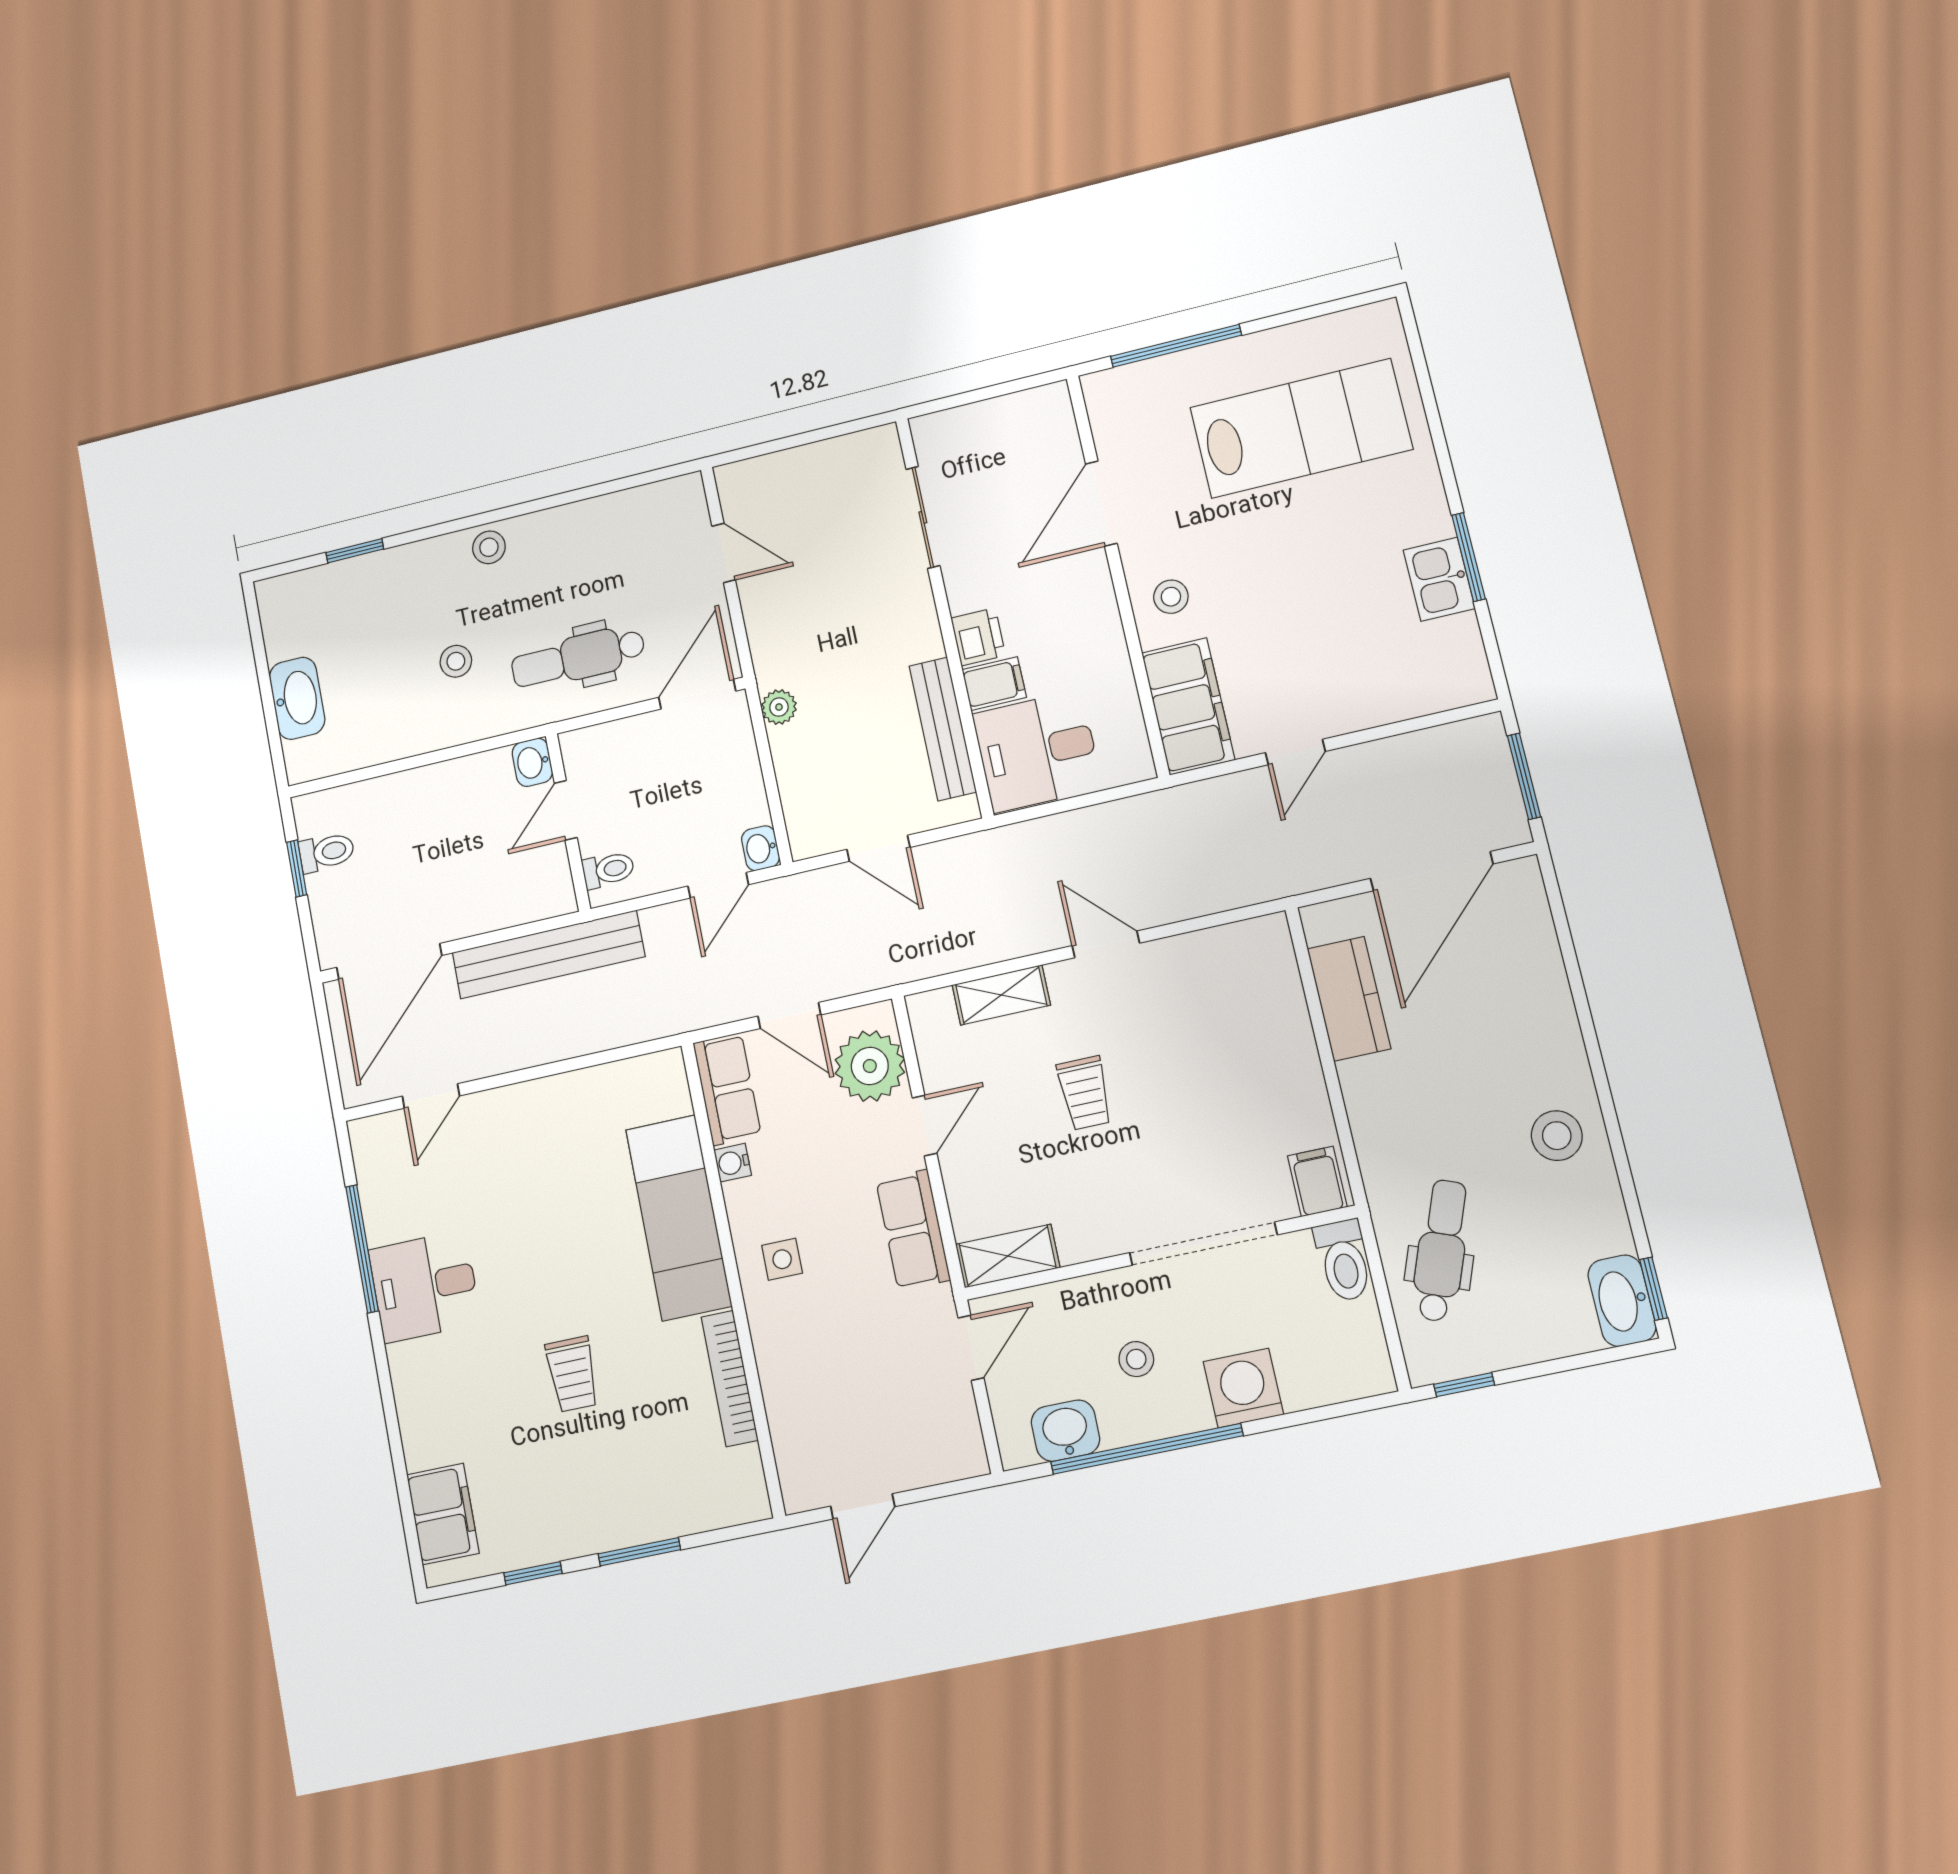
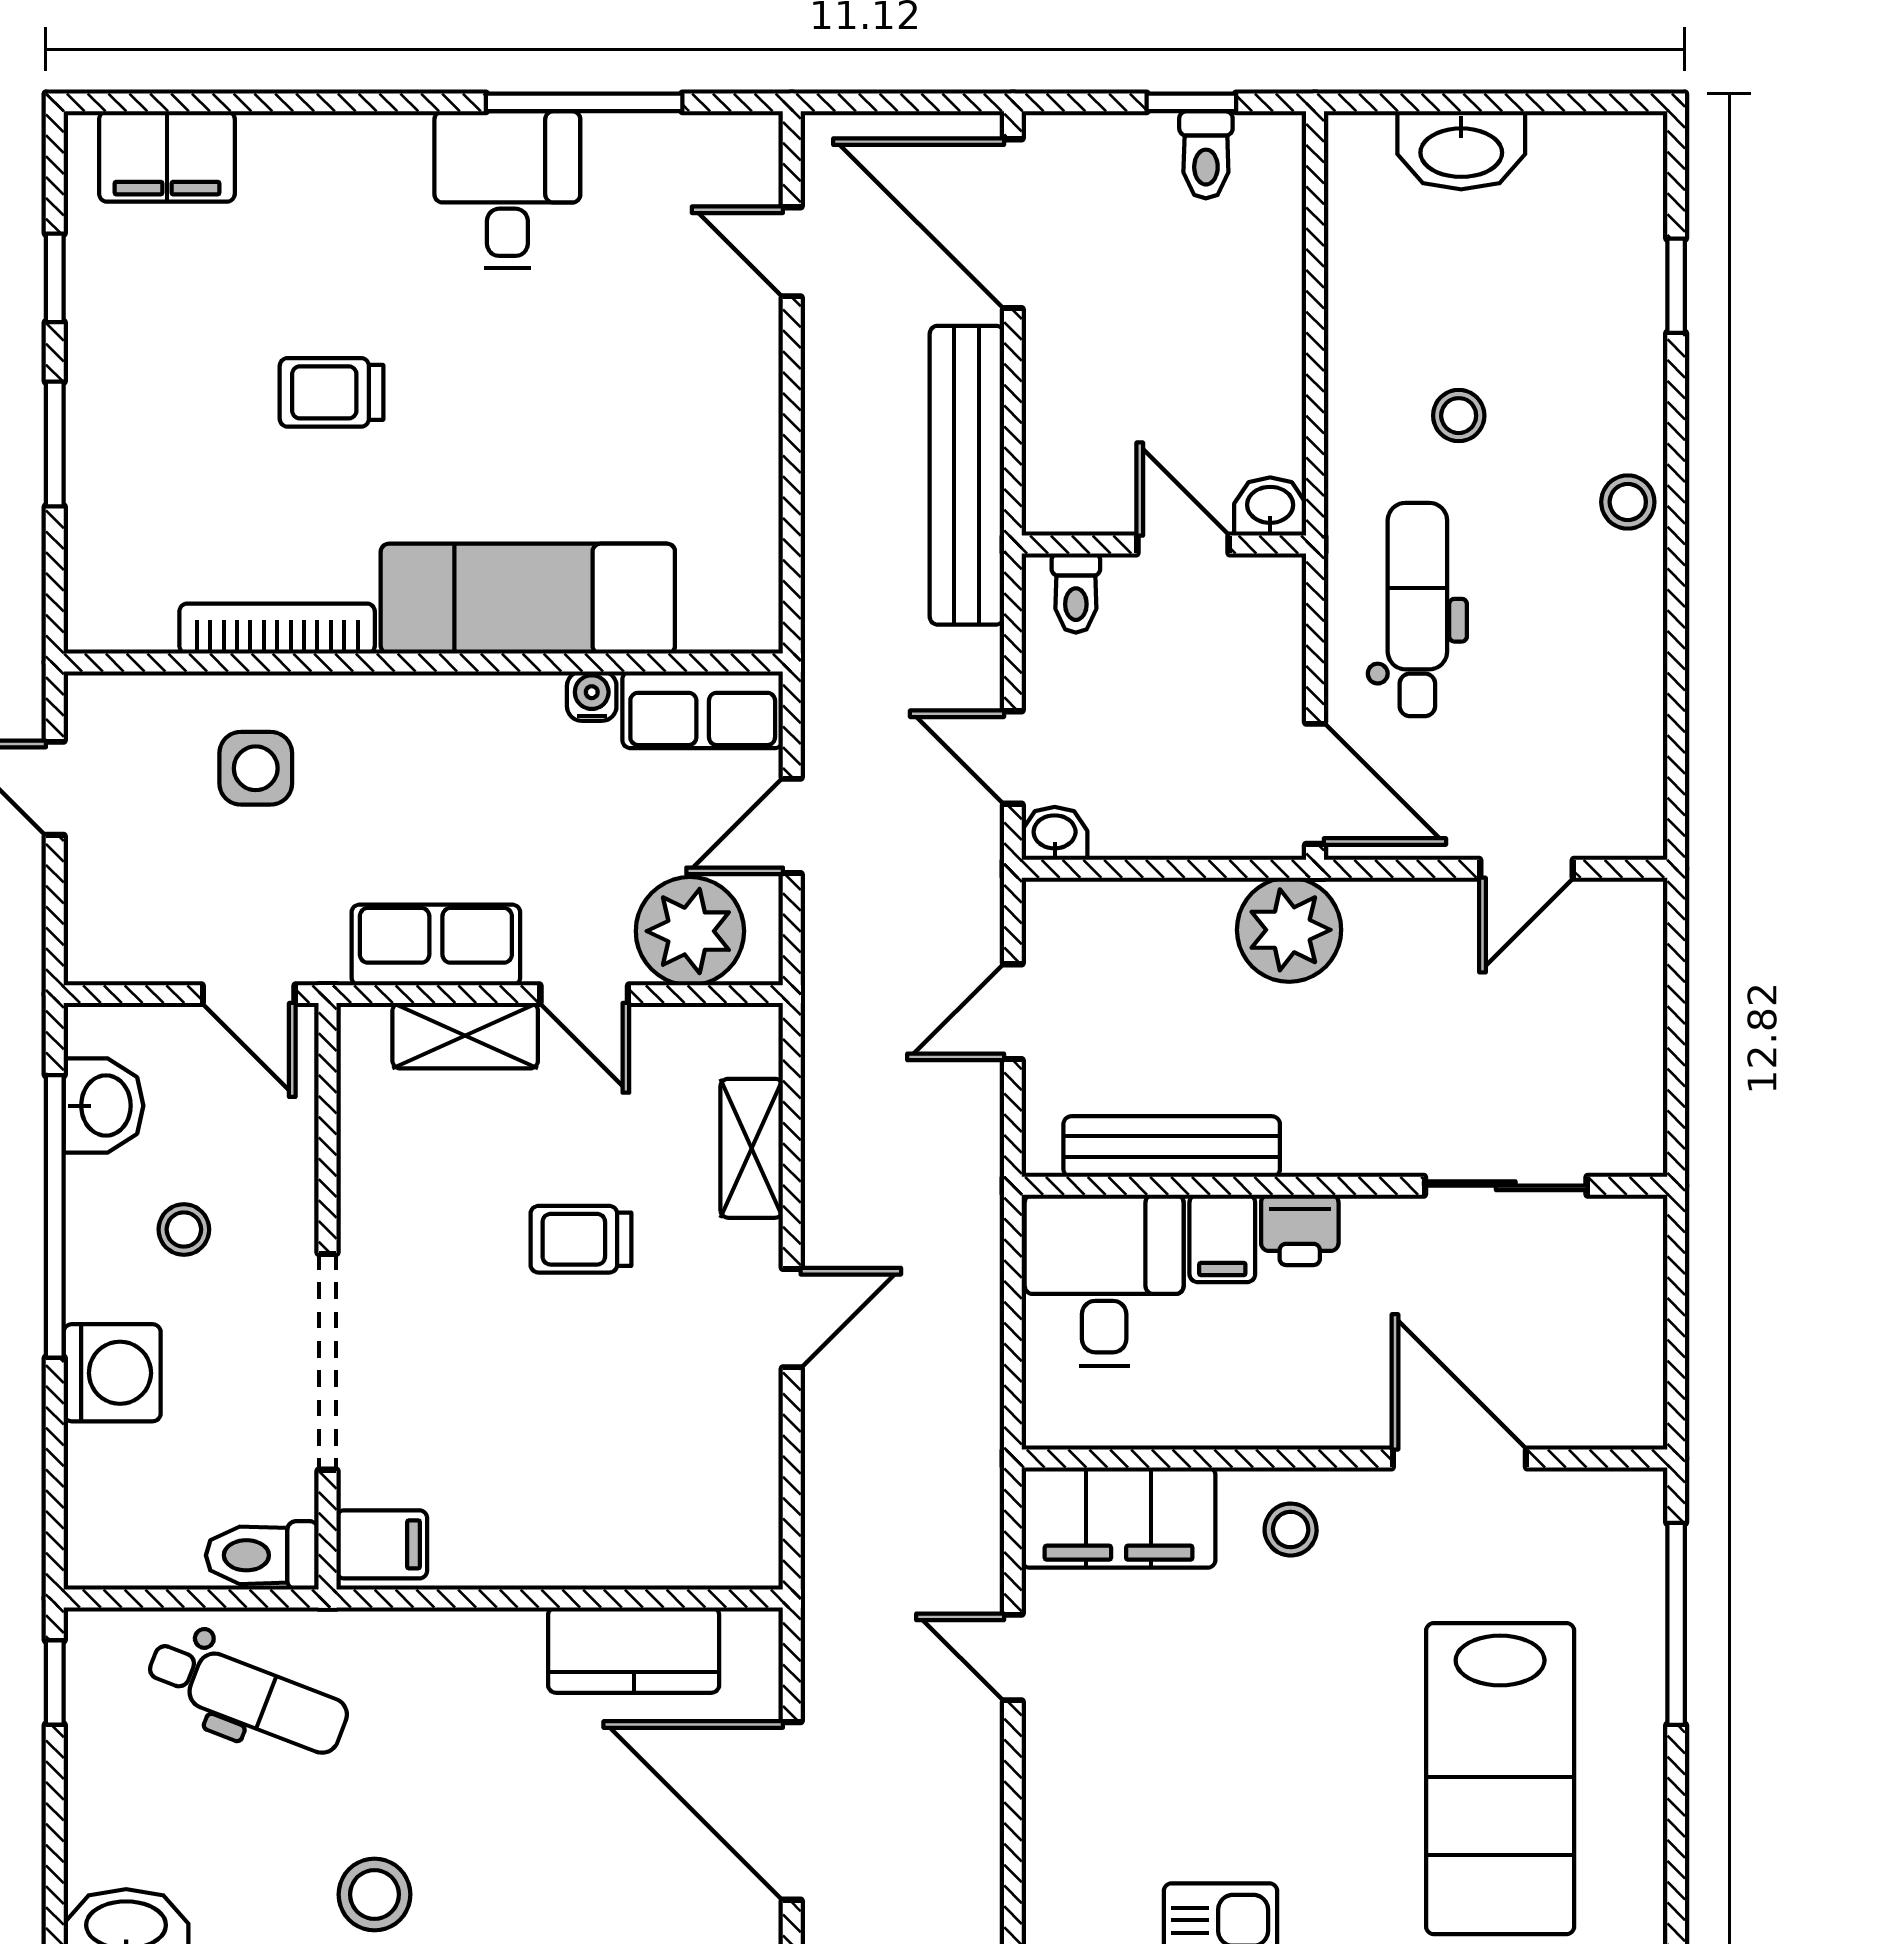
plant: (779, 707) -> (1289, 930), width x1.87, depth x1.87
shelving: (1008, 1256) -> (465, 1036), moved, turned 90
side table: (782, 1259) -> (256, 768), moved, width x1.37, depth x1.37

